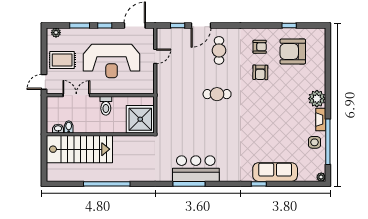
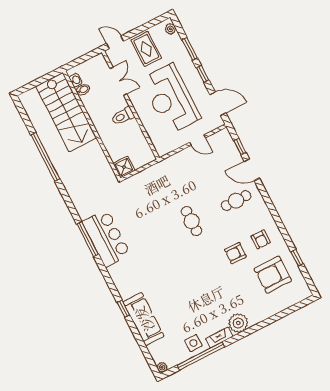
armchair: (293, 51) -> (273, 275), turned -90
shower: (140, 119) -> (124, 167), width x0.54, depth x0.54

